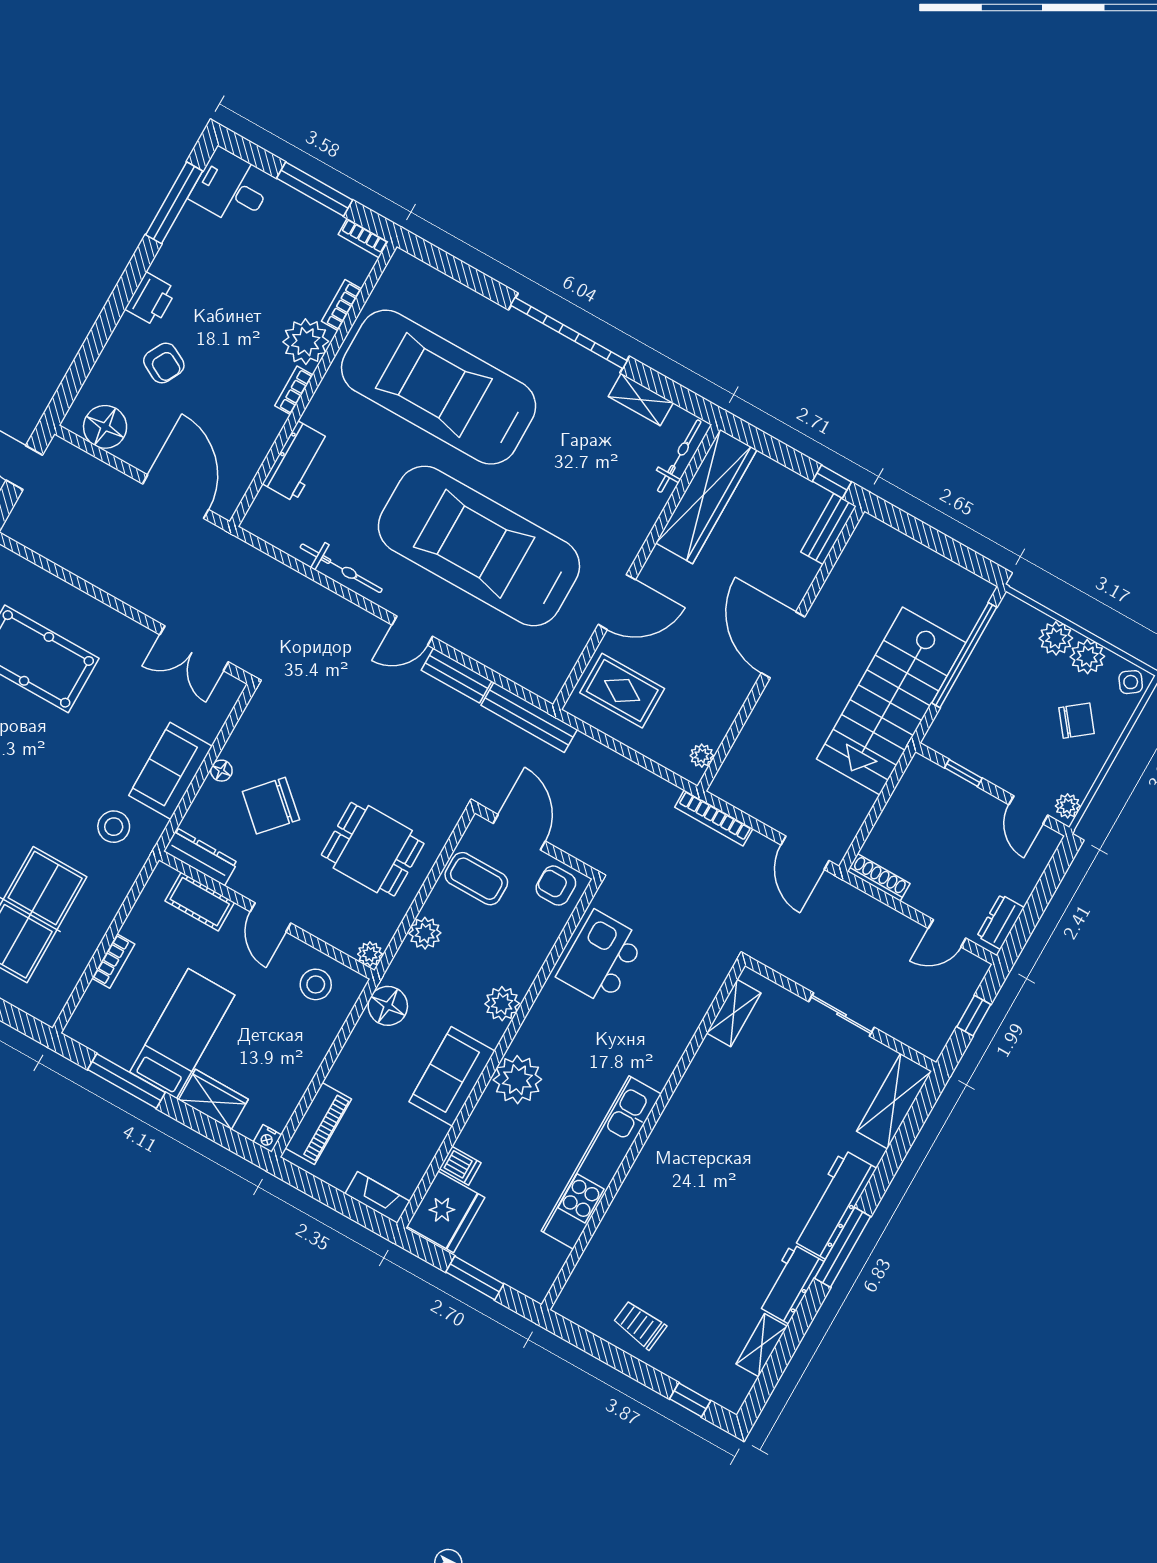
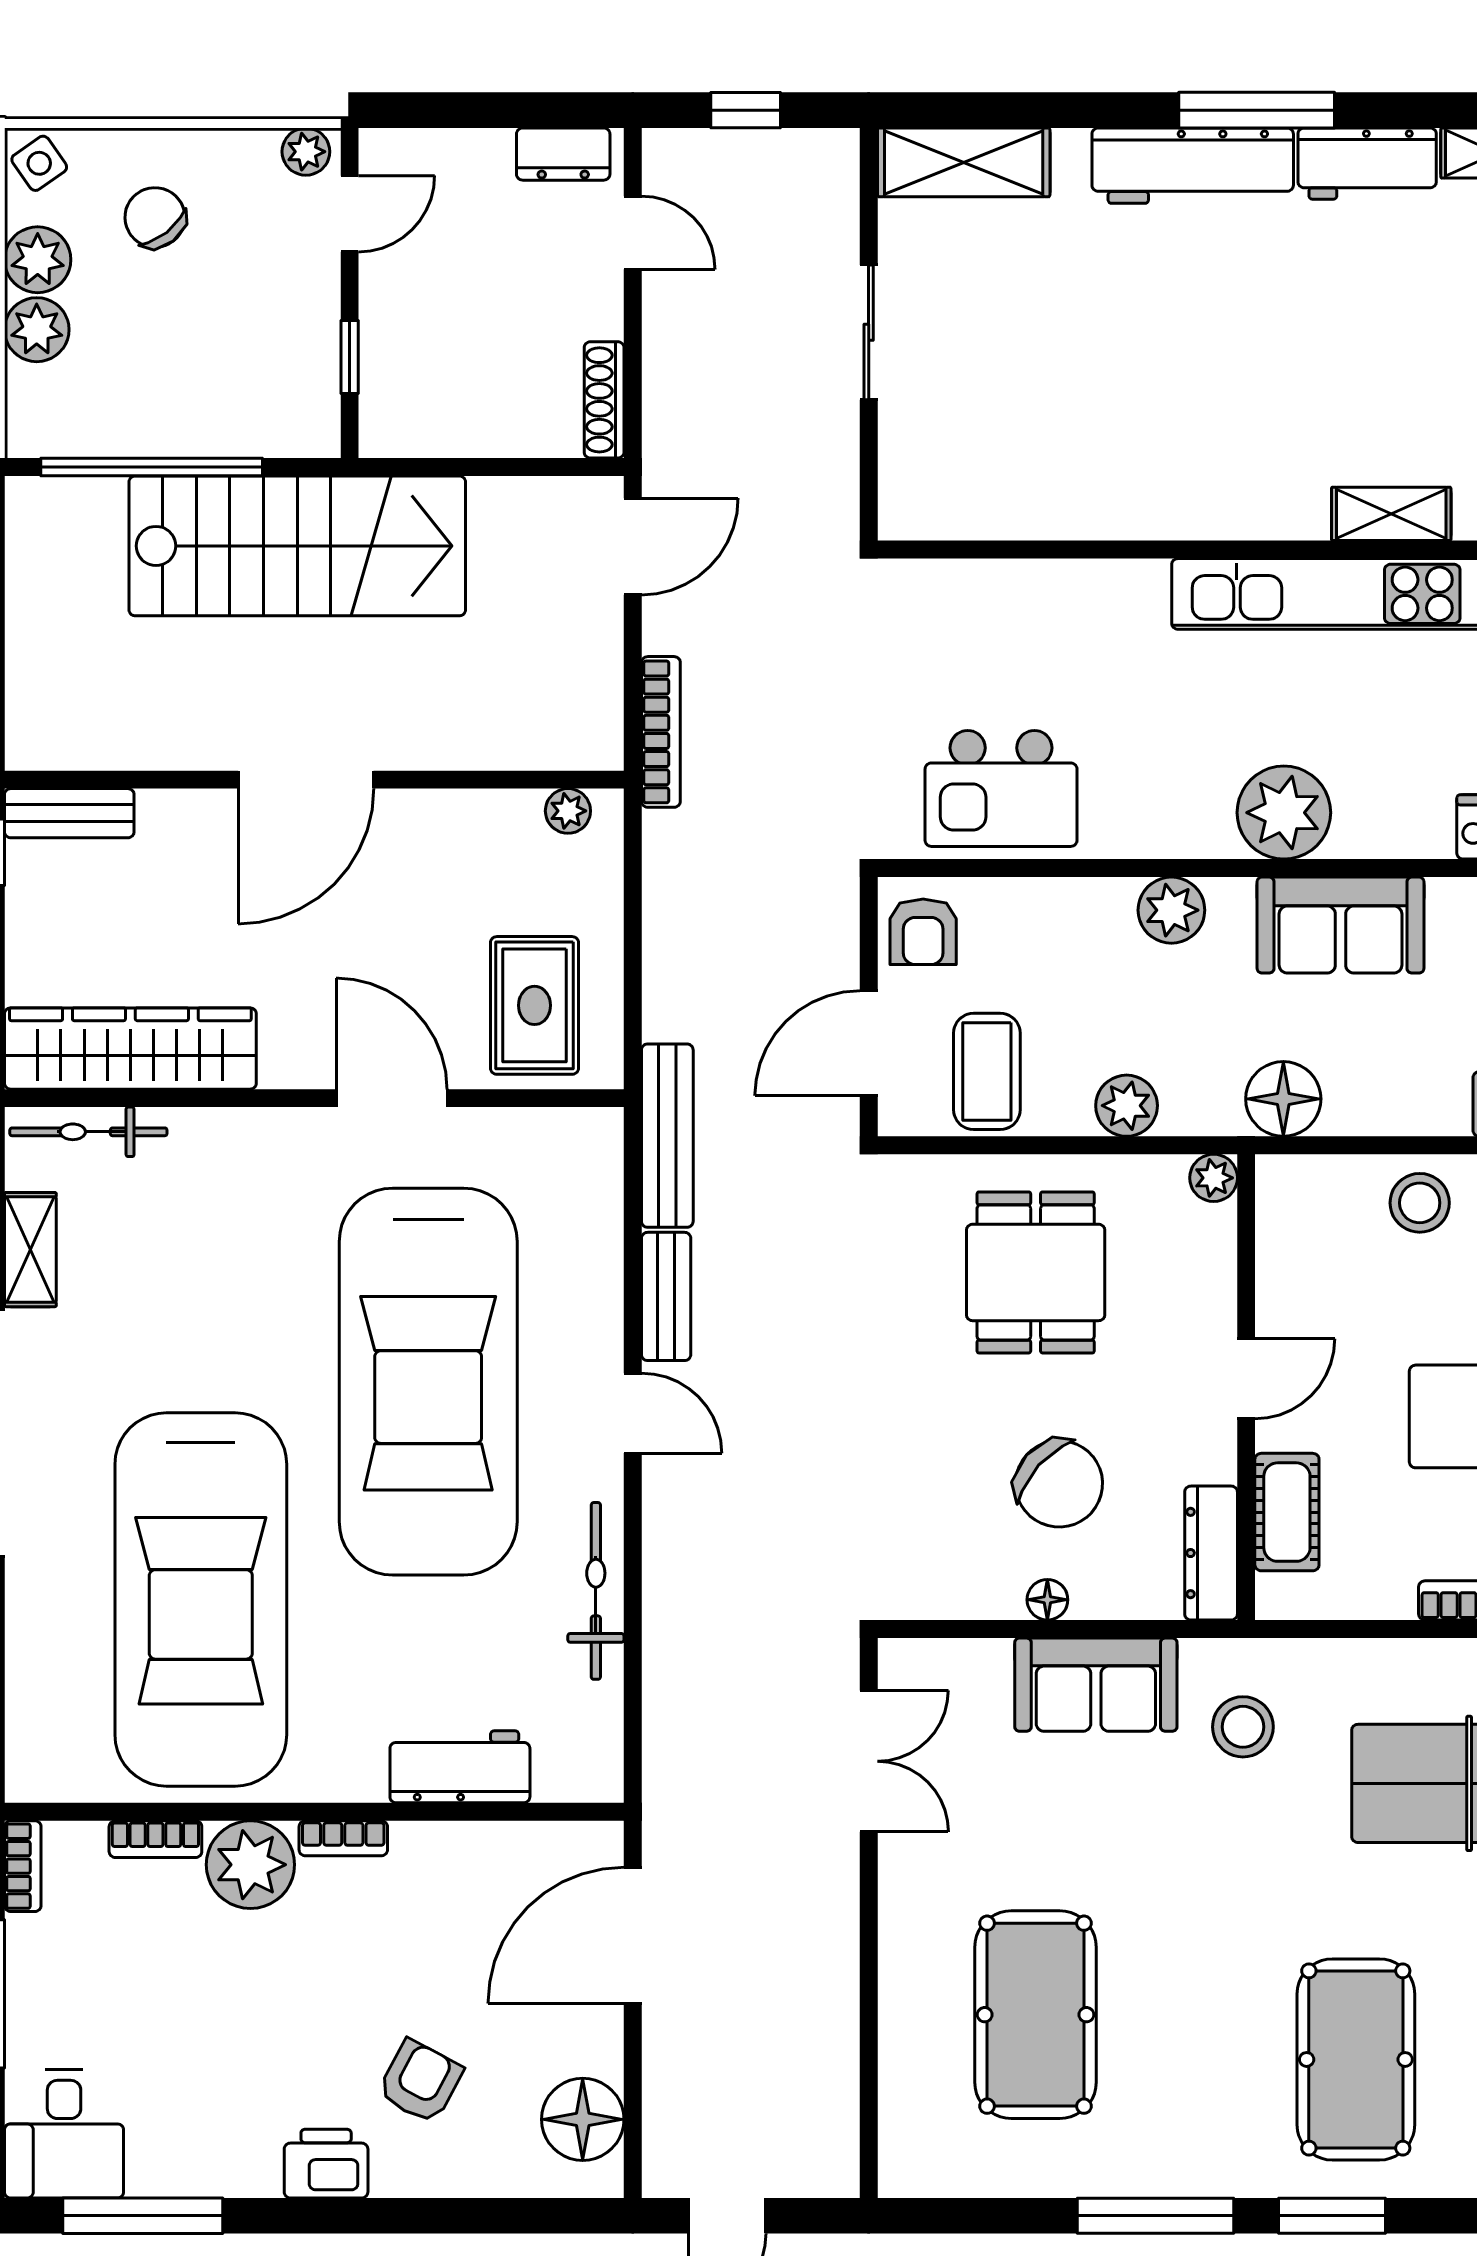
stool: (316, 984) -> (1420, 1203), moved
shelving: (734, 1013) -> (1391, 514), moved

